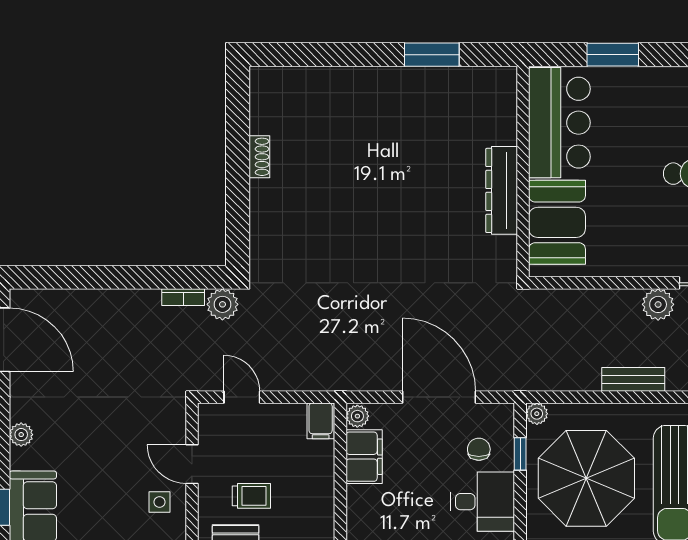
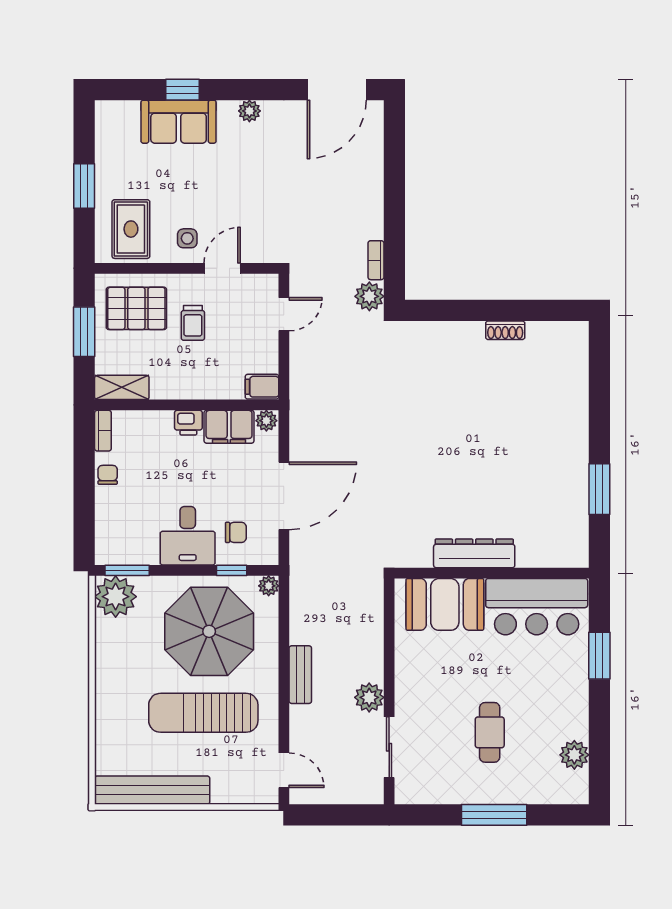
printer: (360, 501) -> (188, 423), added

